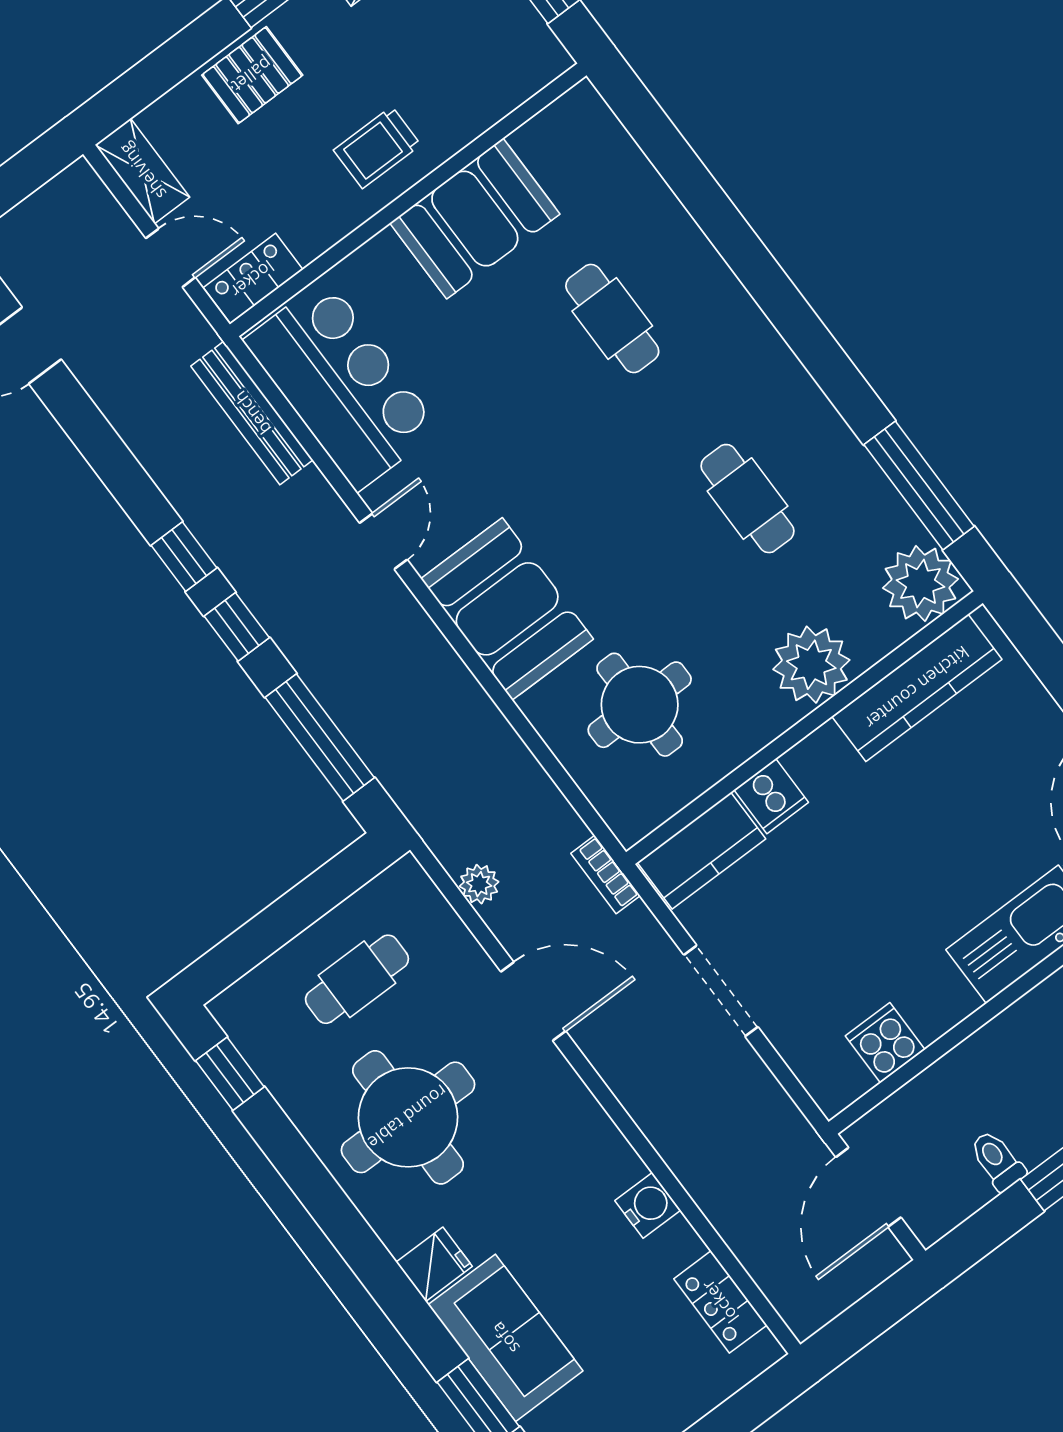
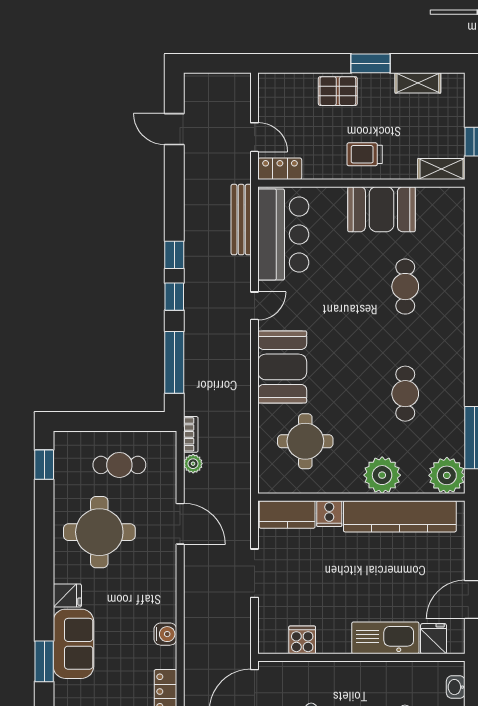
shelving: (142, 171) -> (441, 169), moved, turned 90
kitchen counter: (917, 688) -> (400, 516), width x1.39, depth x1.17
bookcase: (605, 875) -> (191, 434), moved, turned 180

